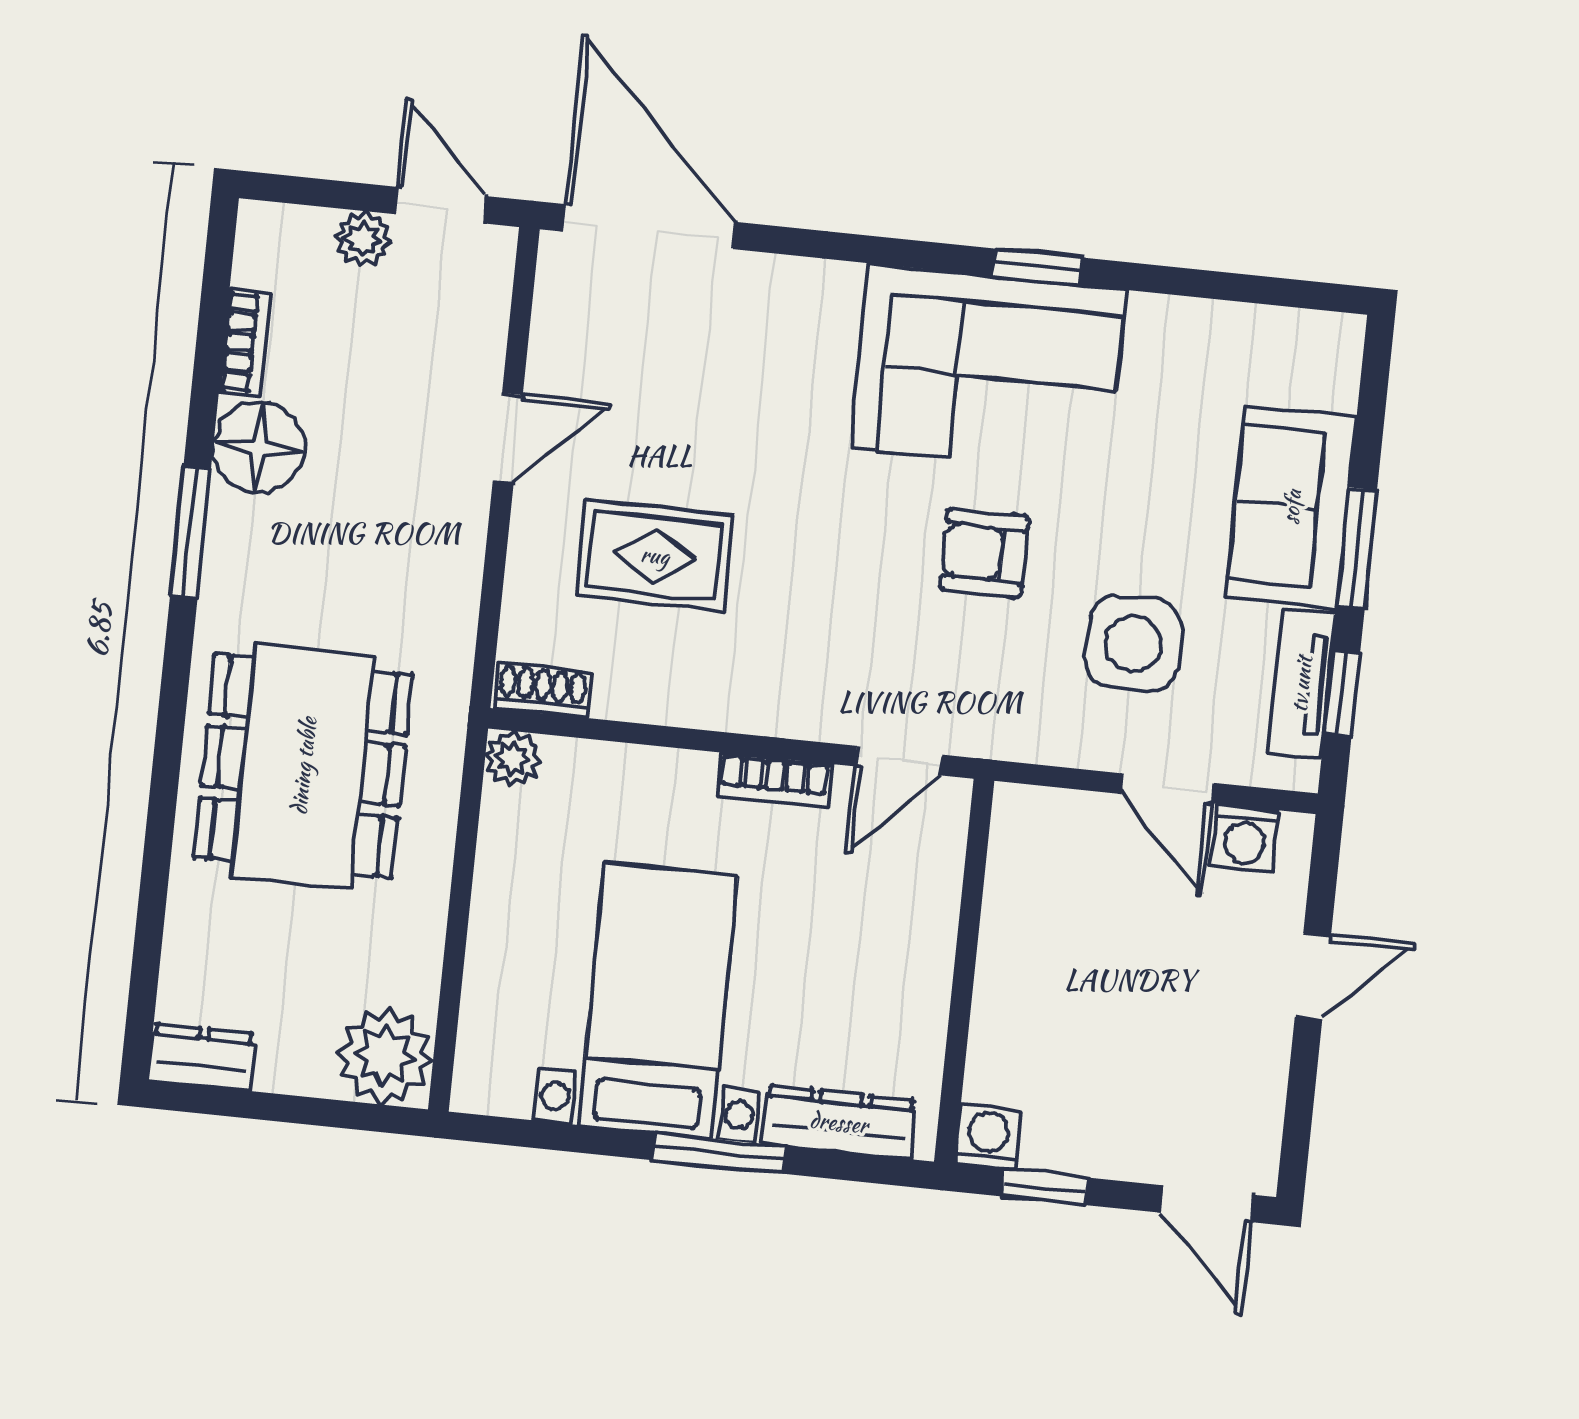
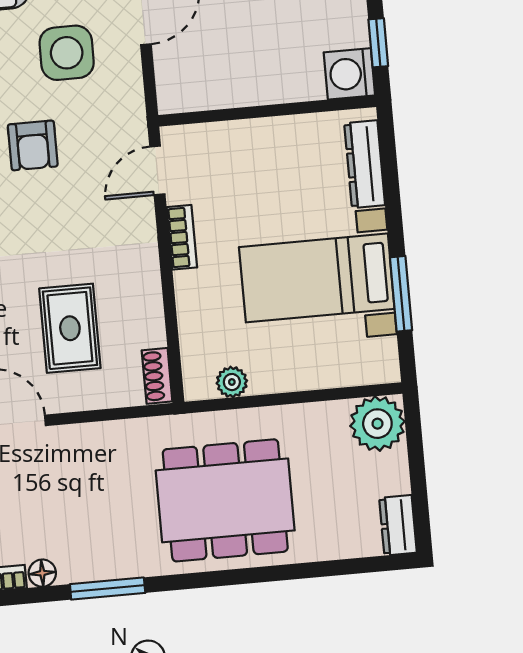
floor lamp: (259, 448) -> (42, 573), width x0.53, depth x0.53
plant: (512, 758) -> (232, 382), moved
door: (899, 761) -> (157, 170), swing flipped
washing machine: (988, 1137) -> (349, 74), width x1.38, depth x1.38
window: (718, 1153) -> (401, 294), moved

